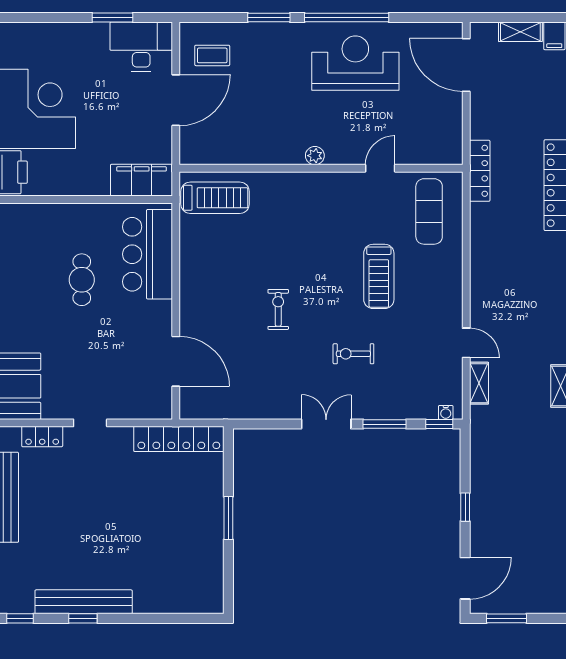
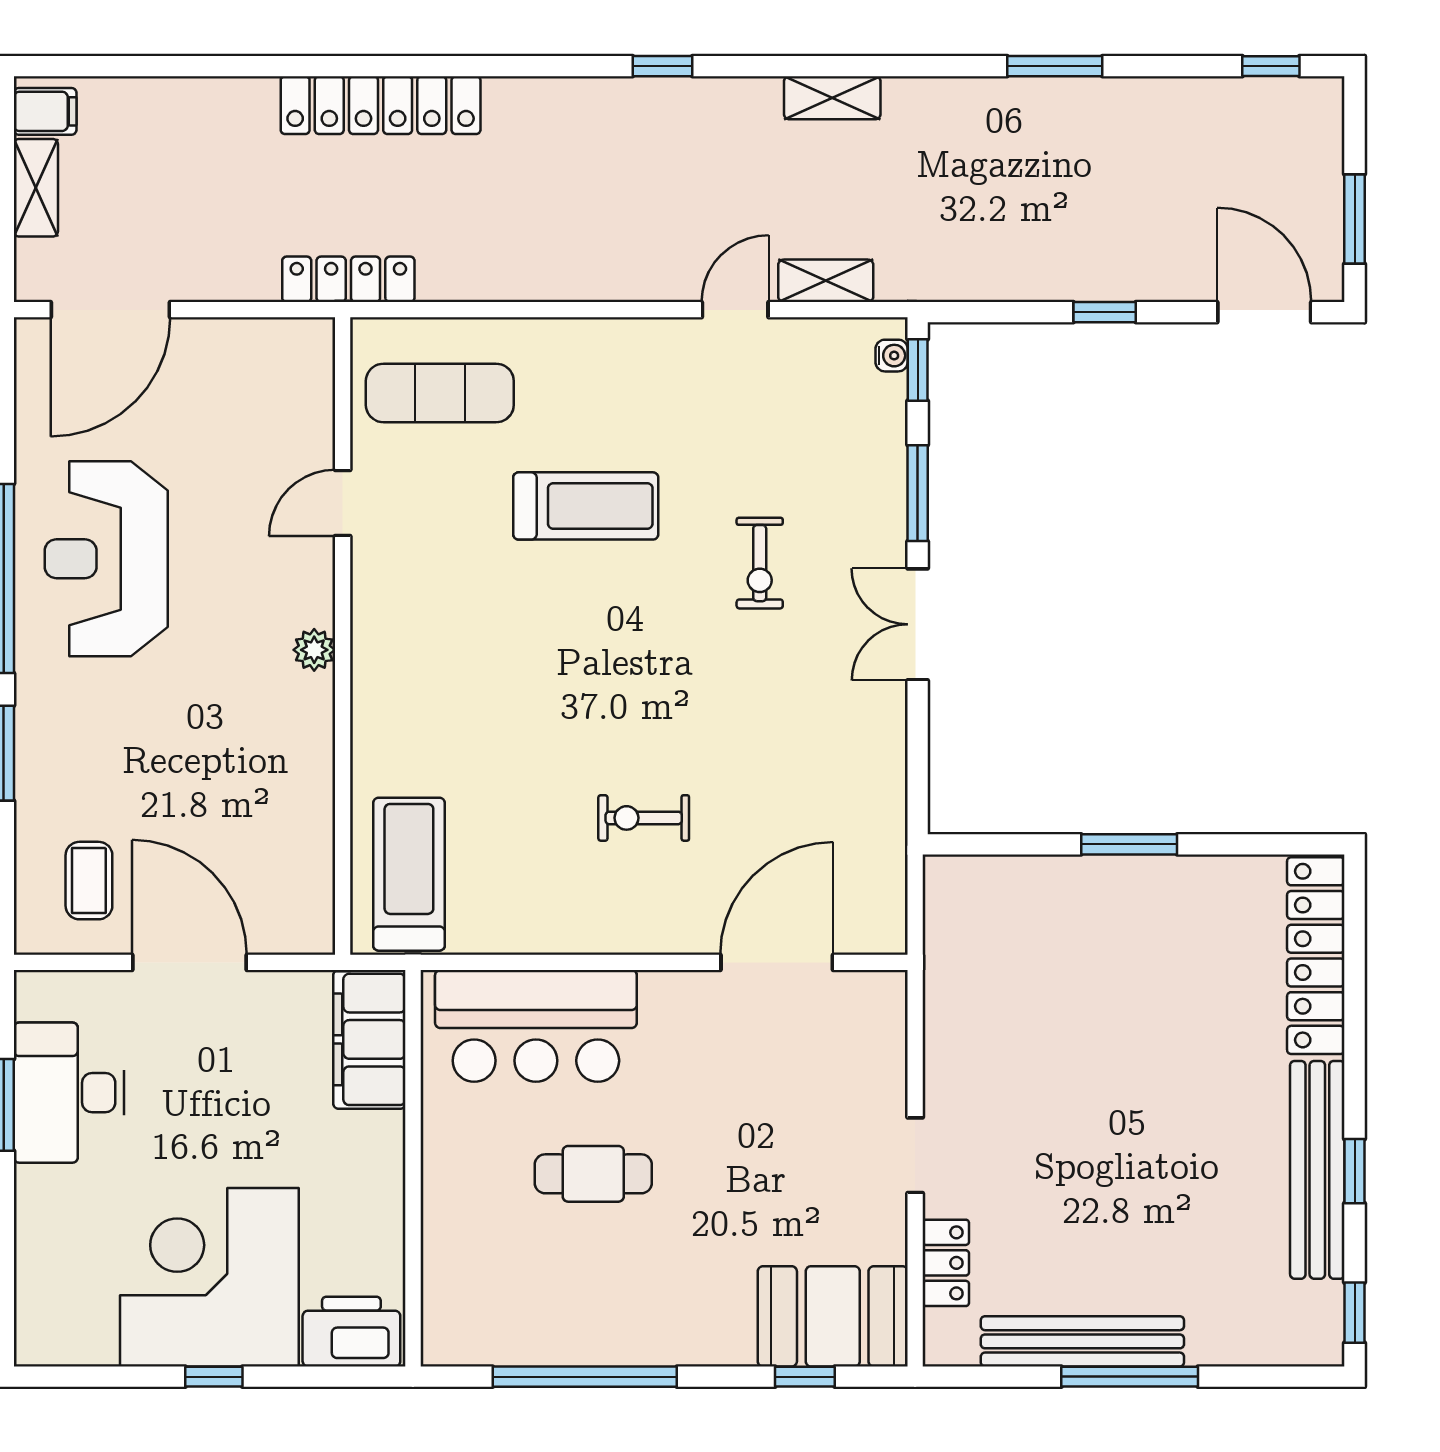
desk: (141, 47) -> (69, 1093), moved
door: (380, 168) -> (343, 503), hinge flipped
exercise bike: (278, 309) -> (644, 818), moved
locker: (179, 439) -> (1316, 956), moved, turned 180

